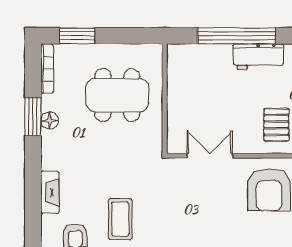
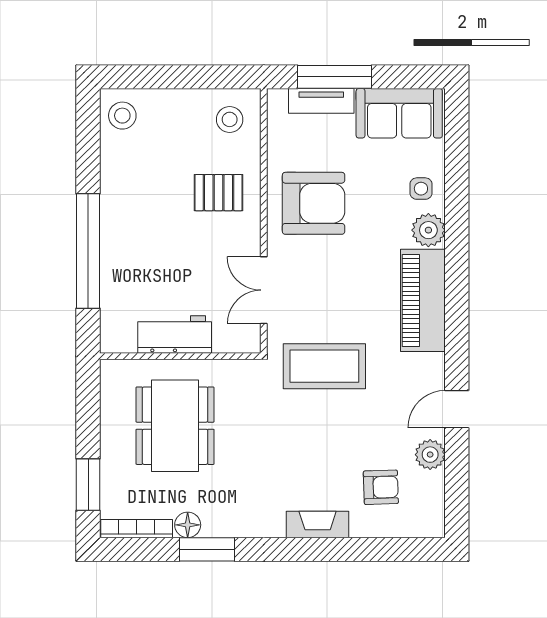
workbench: (258, 57) -> (175, 334), moved, turned -90
floor lamp: (50, 120) -> (188, 525), moved
coffee table: (120, 219) -> (324, 366), moved, width x1.36, depth x1.32

